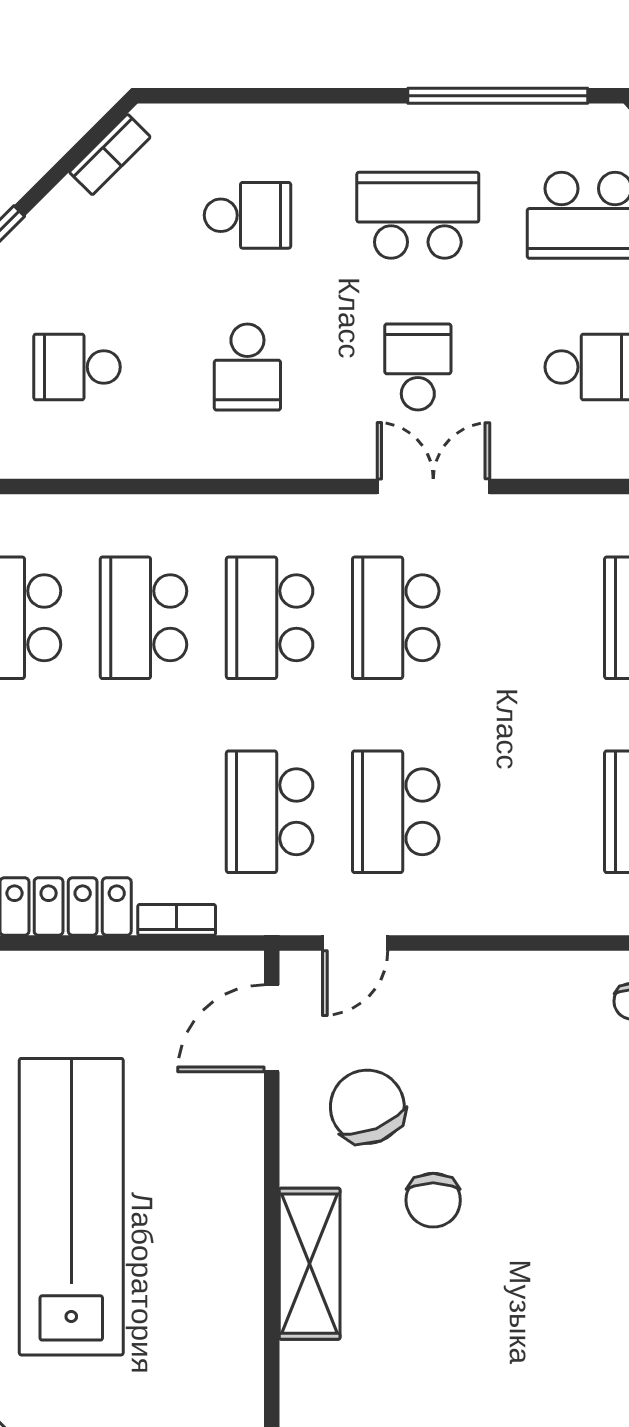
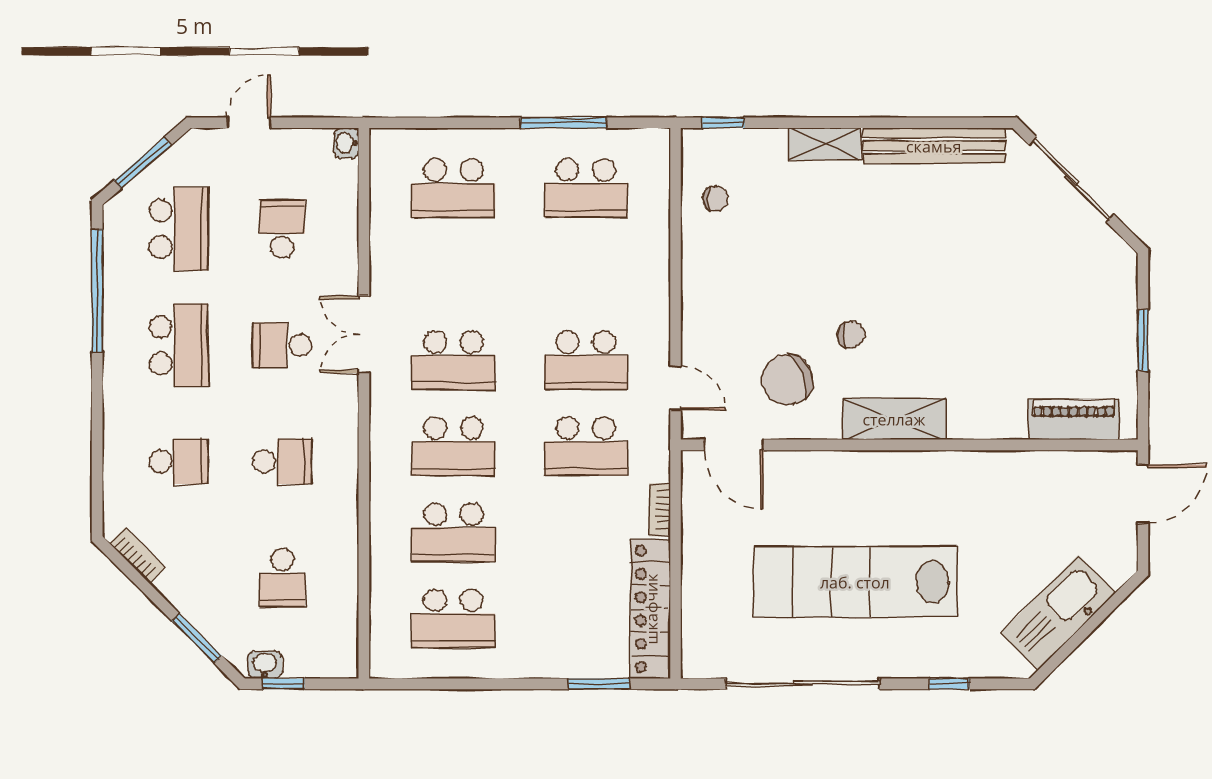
school desk: (247, 215) -> (179, 461), turned 90
school desk: (418, 215) -> (179, 345), turned 180
chair: (433, 1200) -> (851, 335), width x0.73, depth x0.73

